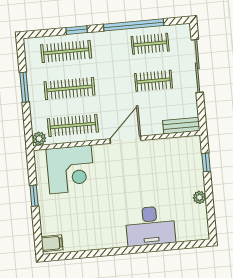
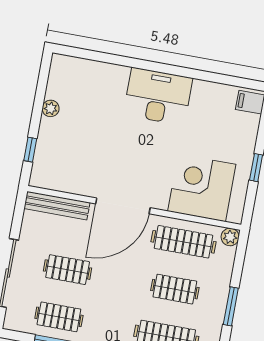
clothes rail: (69, 88) -> (175, 289), width x0.73
bench: (181, 126) -> (57, 206), width x1.36
door: (125, 140) -> (123, 206), width x1.36
desk: (150, 226) -> (158, 96), moved

